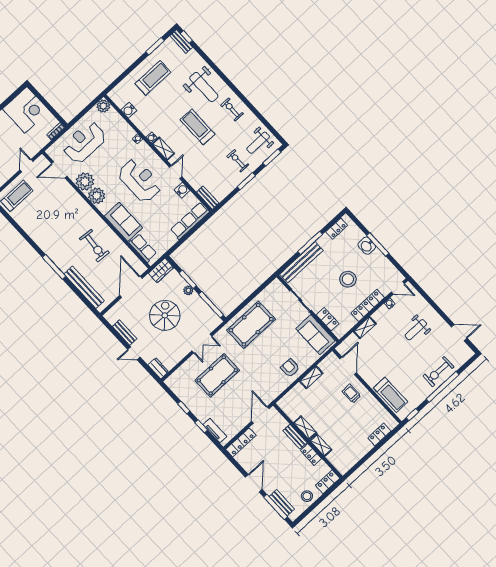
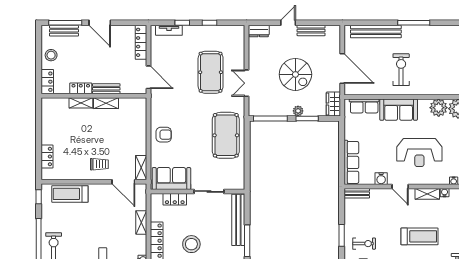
exercise bike: (94, 246) -> (401, 70), turned 85
shelving: (311, 377) -> (141, 168), moved

